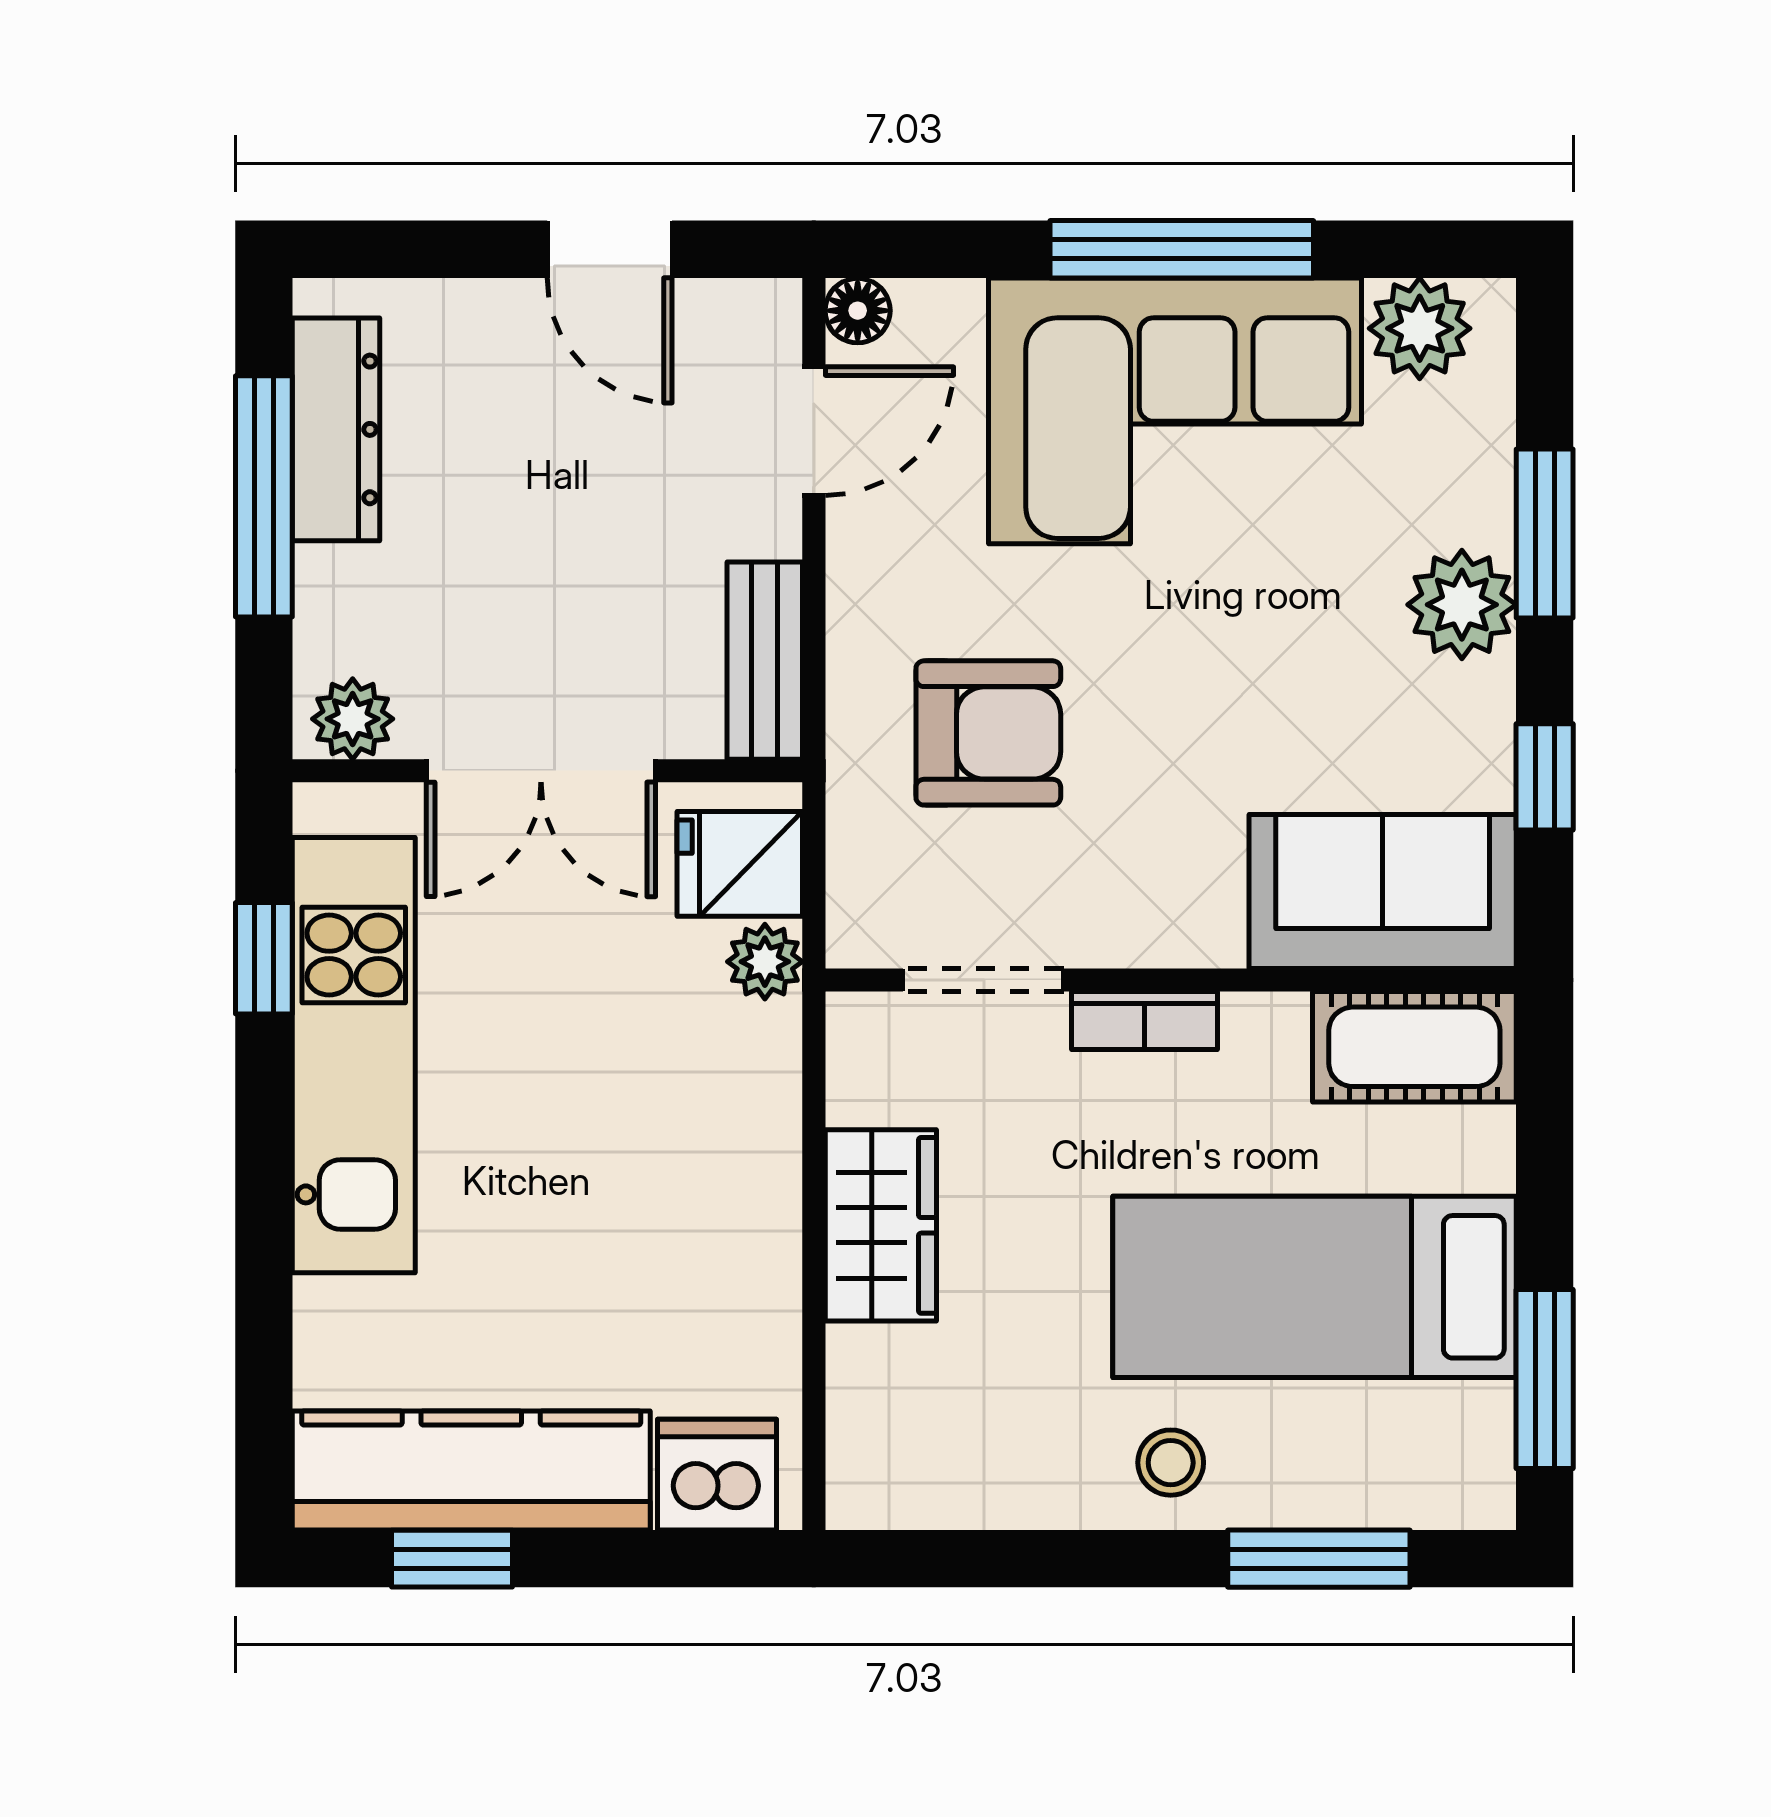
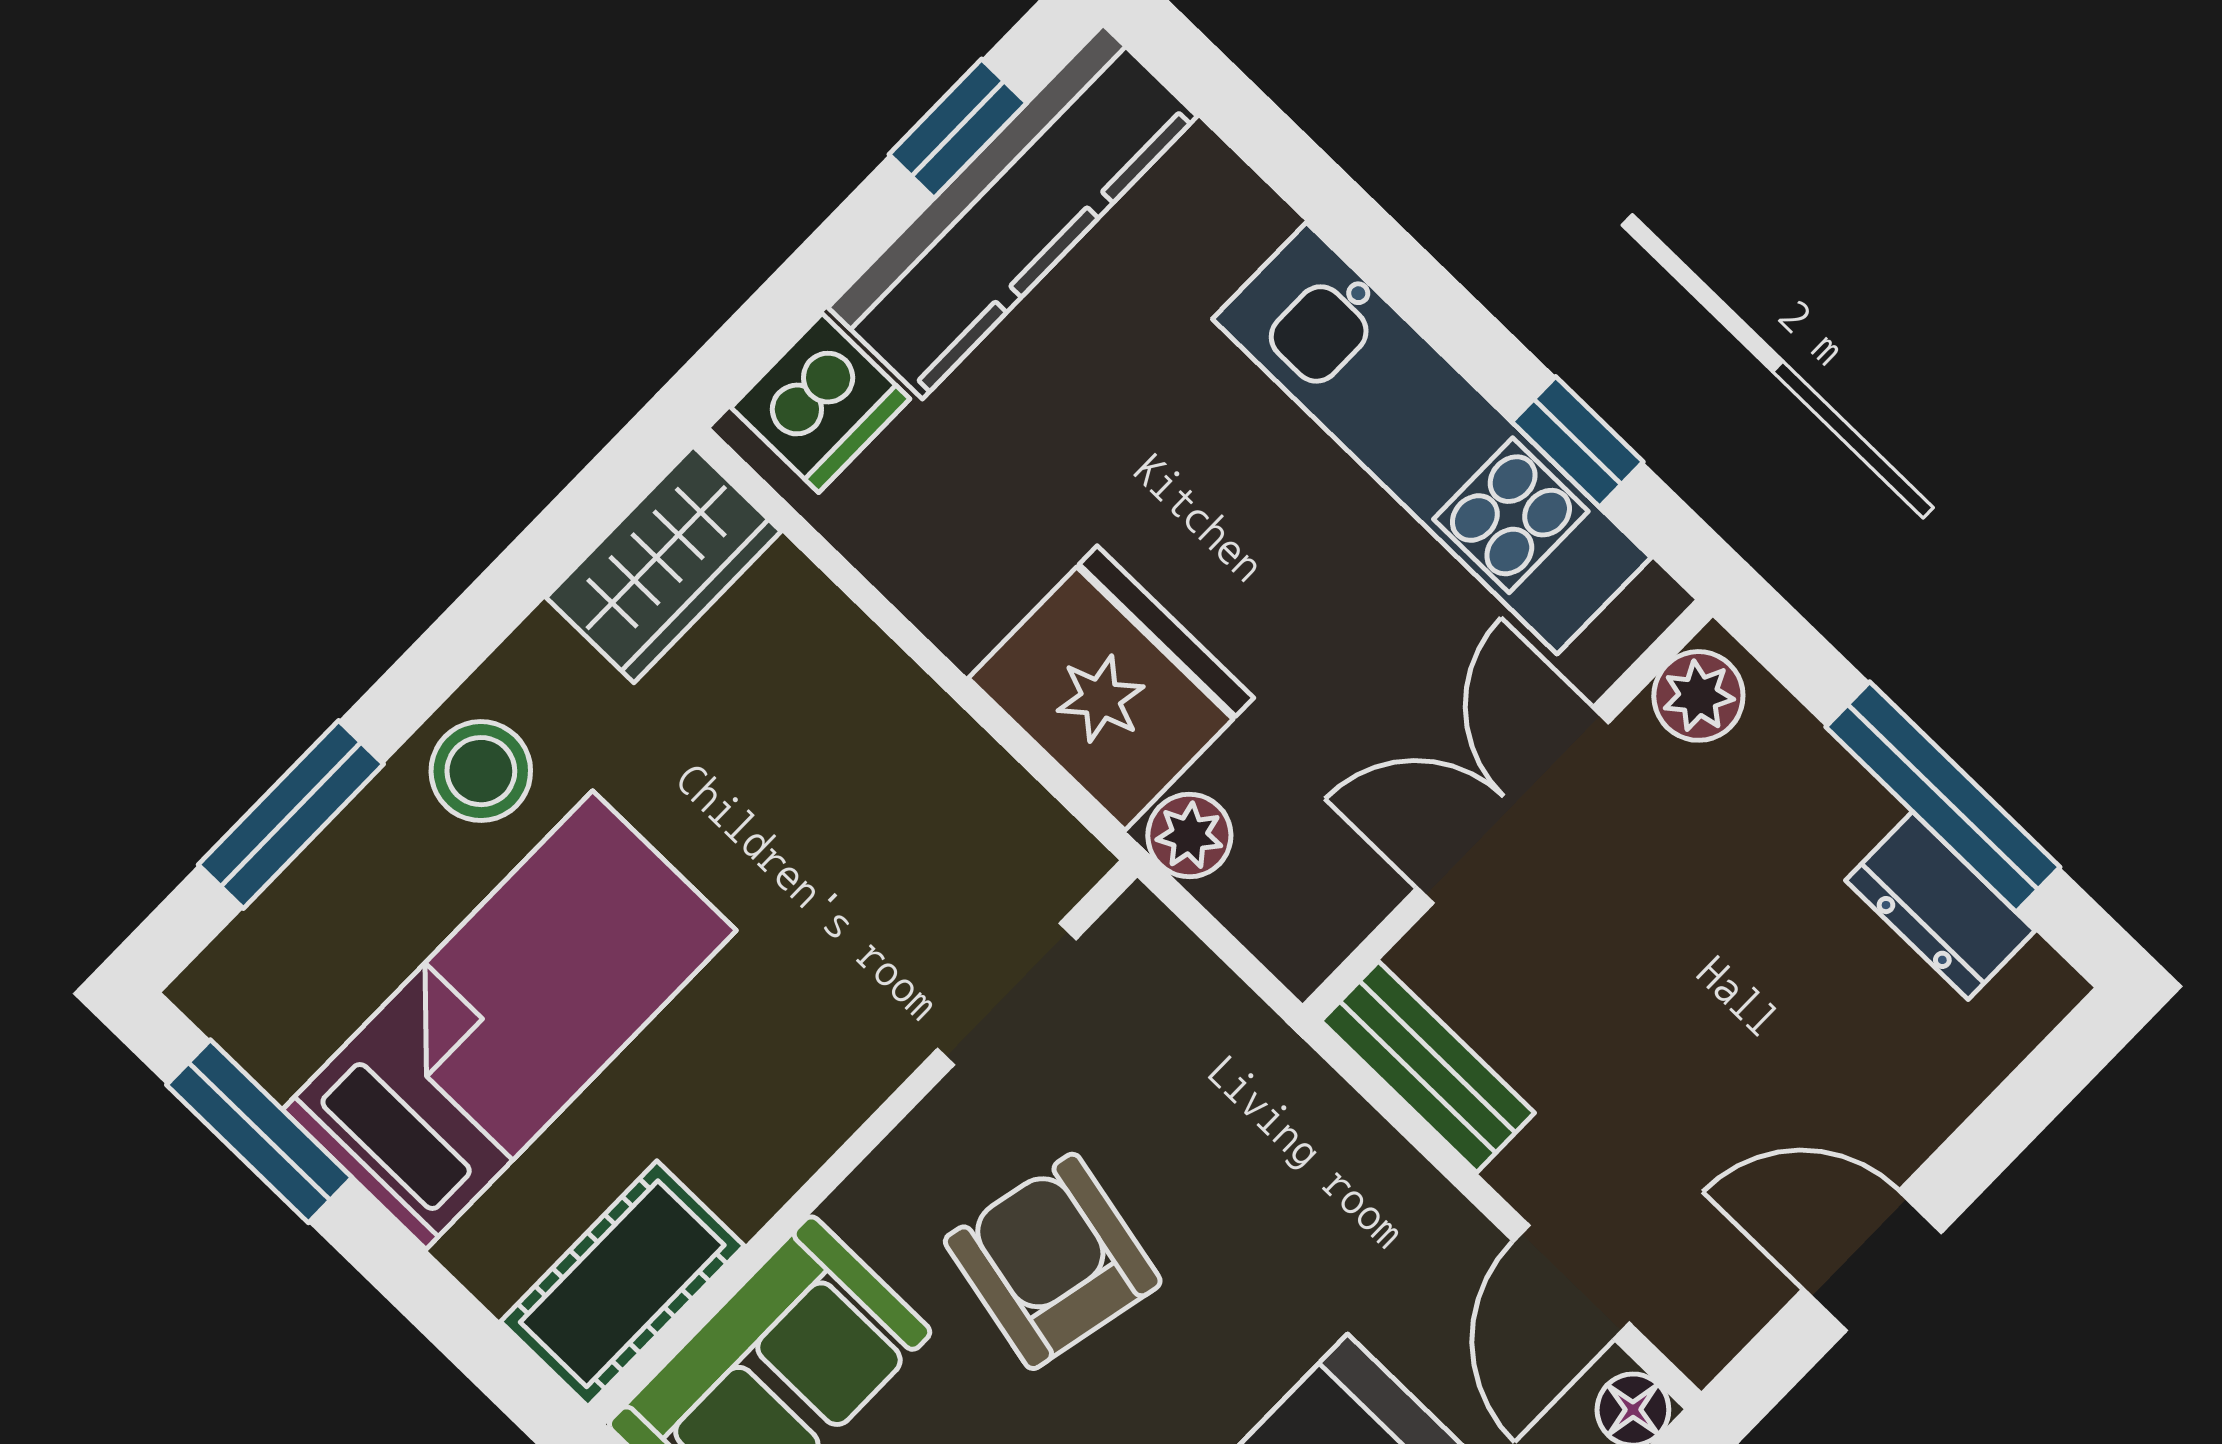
dresser: (336, 429) -> (1940, 906), width x0.70
armchair: (988, 733) -> (1053, 1261), moved, turned 102
fridge: (740, 864) -> (1111, 688), moved, width x1.88, depth x1.34
bookcase: (1145, 1021) -> (851, 1090), removed
wardrobe: (881, 1225) -> (663, 564), moved, turned -90
stool: (1171, 1463) -> (481, 771), width x1.37, depth x1.37

